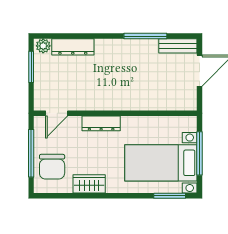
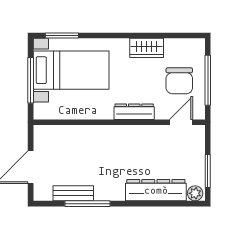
bench: (178, 46) -> (73, 193), moved
dresser: (73, 47) -> (156, 190), width x1.37, depth x1.24
chair: (52, 167) -> (179, 81), moved, turned 180

